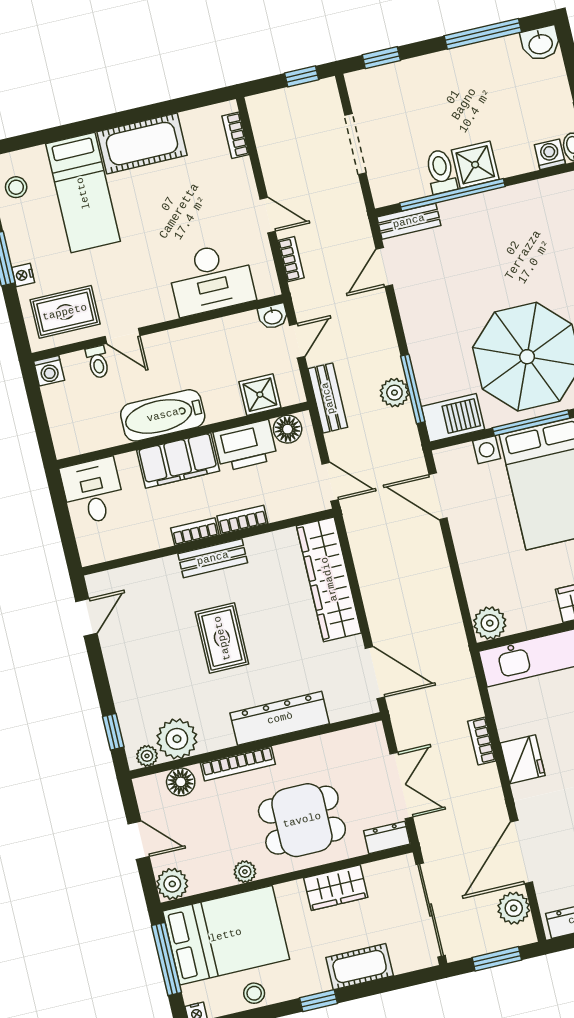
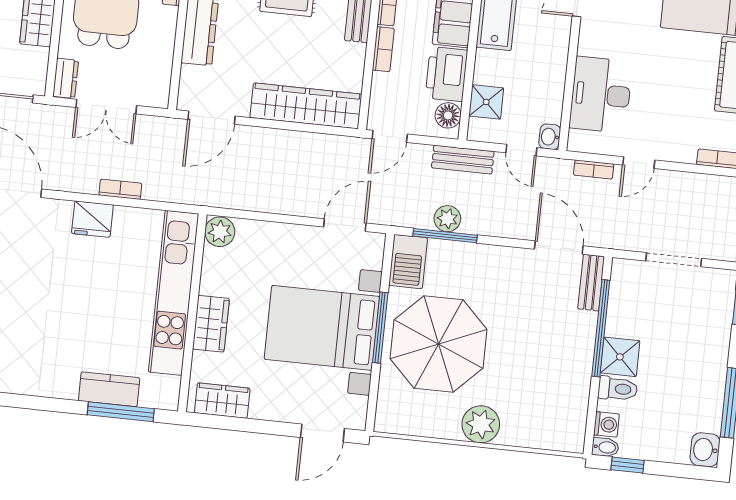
toilet: (441, 171) -> (618, 389), moved
door: (384, 267) -> (559, 248), width x1.38

